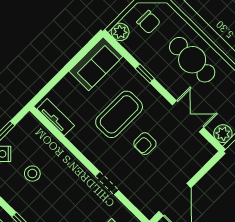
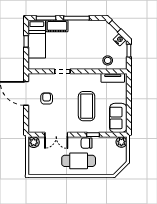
chair: (149, 22) -> (86, 143), moved
armchair: (145, 144) -> (47, 98), moved
stool: (32, 174) -> (108, 60), moved

